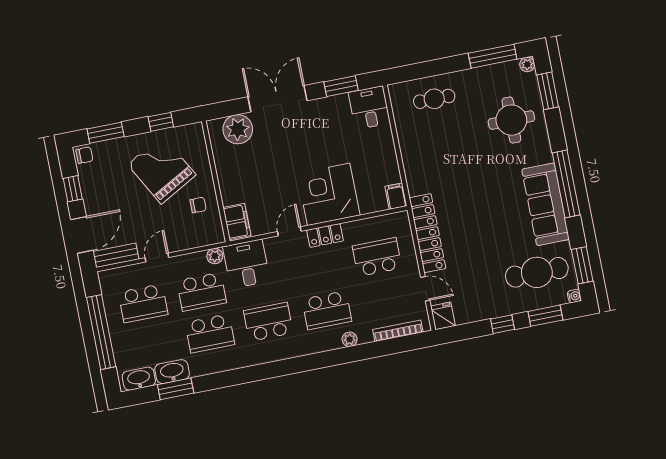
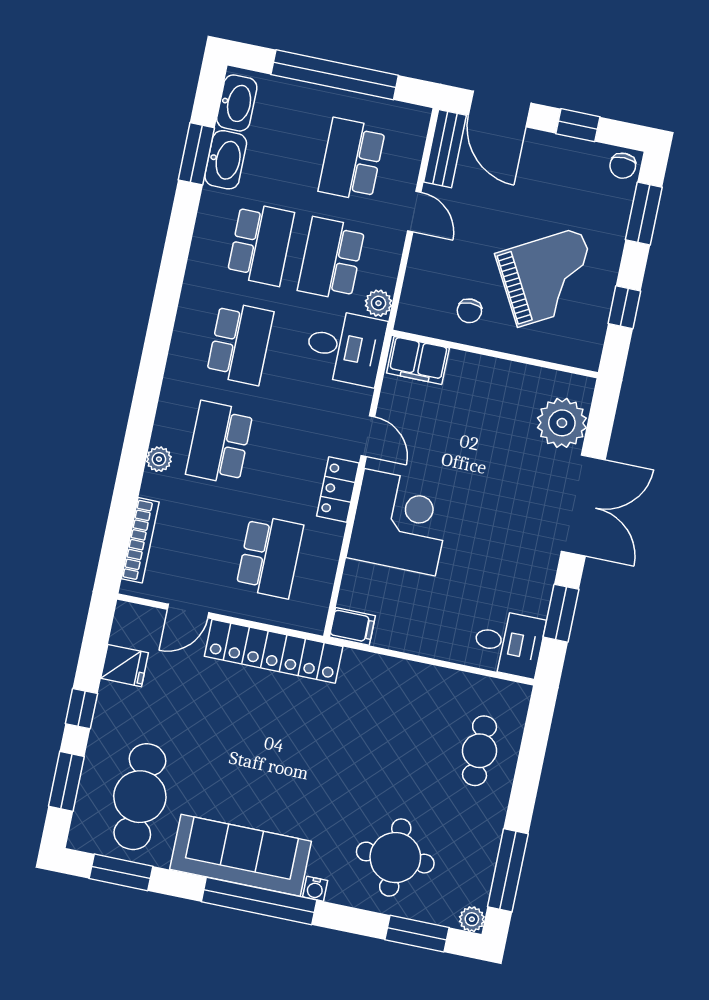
water cooler: (574, 296) -> (315, 889), moved
fridge: (443, 316) -> (125, 666), moved
school desk: (210, 333) -> (261, 244), turned 180

